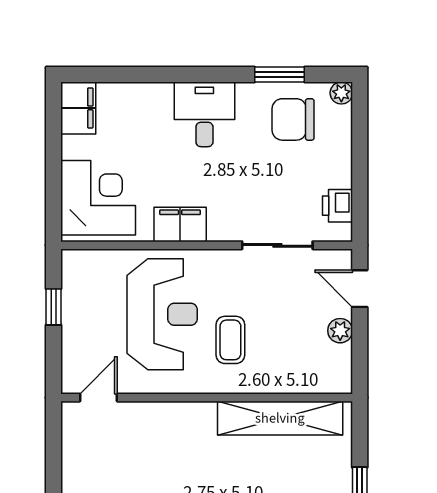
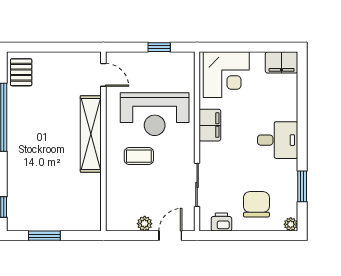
chair: (293, 119) -> (256, 204), moved
shelving: (280, 418) -> (91, 134), moved

